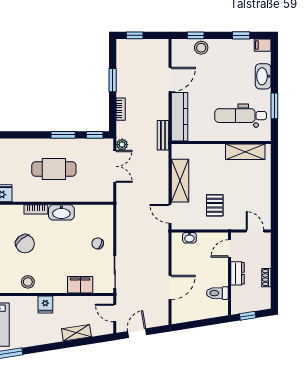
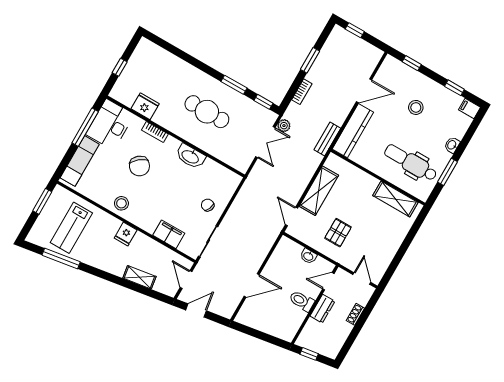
stool: (201, 48) -> (416, 107), moved
washbasin: (263, 76) -> (452, 145), width x0.52, depth x0.69
bookcase: (36, 209) -> (155, 132), moved
washbasin: (189, 238) -> (308, 256), moved
shoe rack: (266, 278) -> (355, 314), moved
toilet: (217, 293) -> (302, 301), moved

